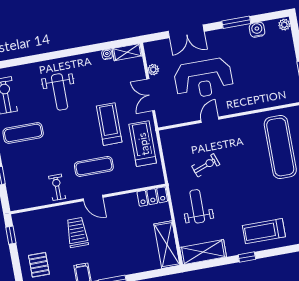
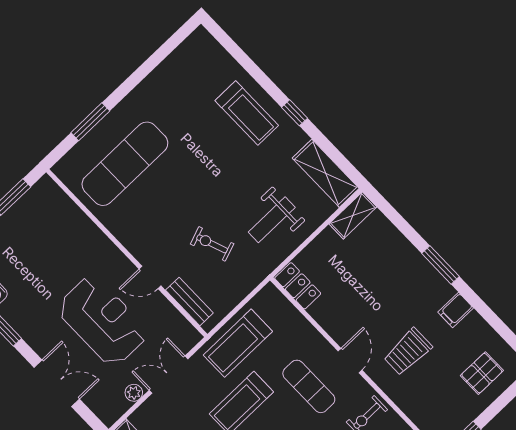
double door: (151, 95) -> (168, 375), swing flipped
bench: (183, 132) -> (189, 302), added
shelving: (167, 245) -> (353, 215), width x0.67, depth x0.75

